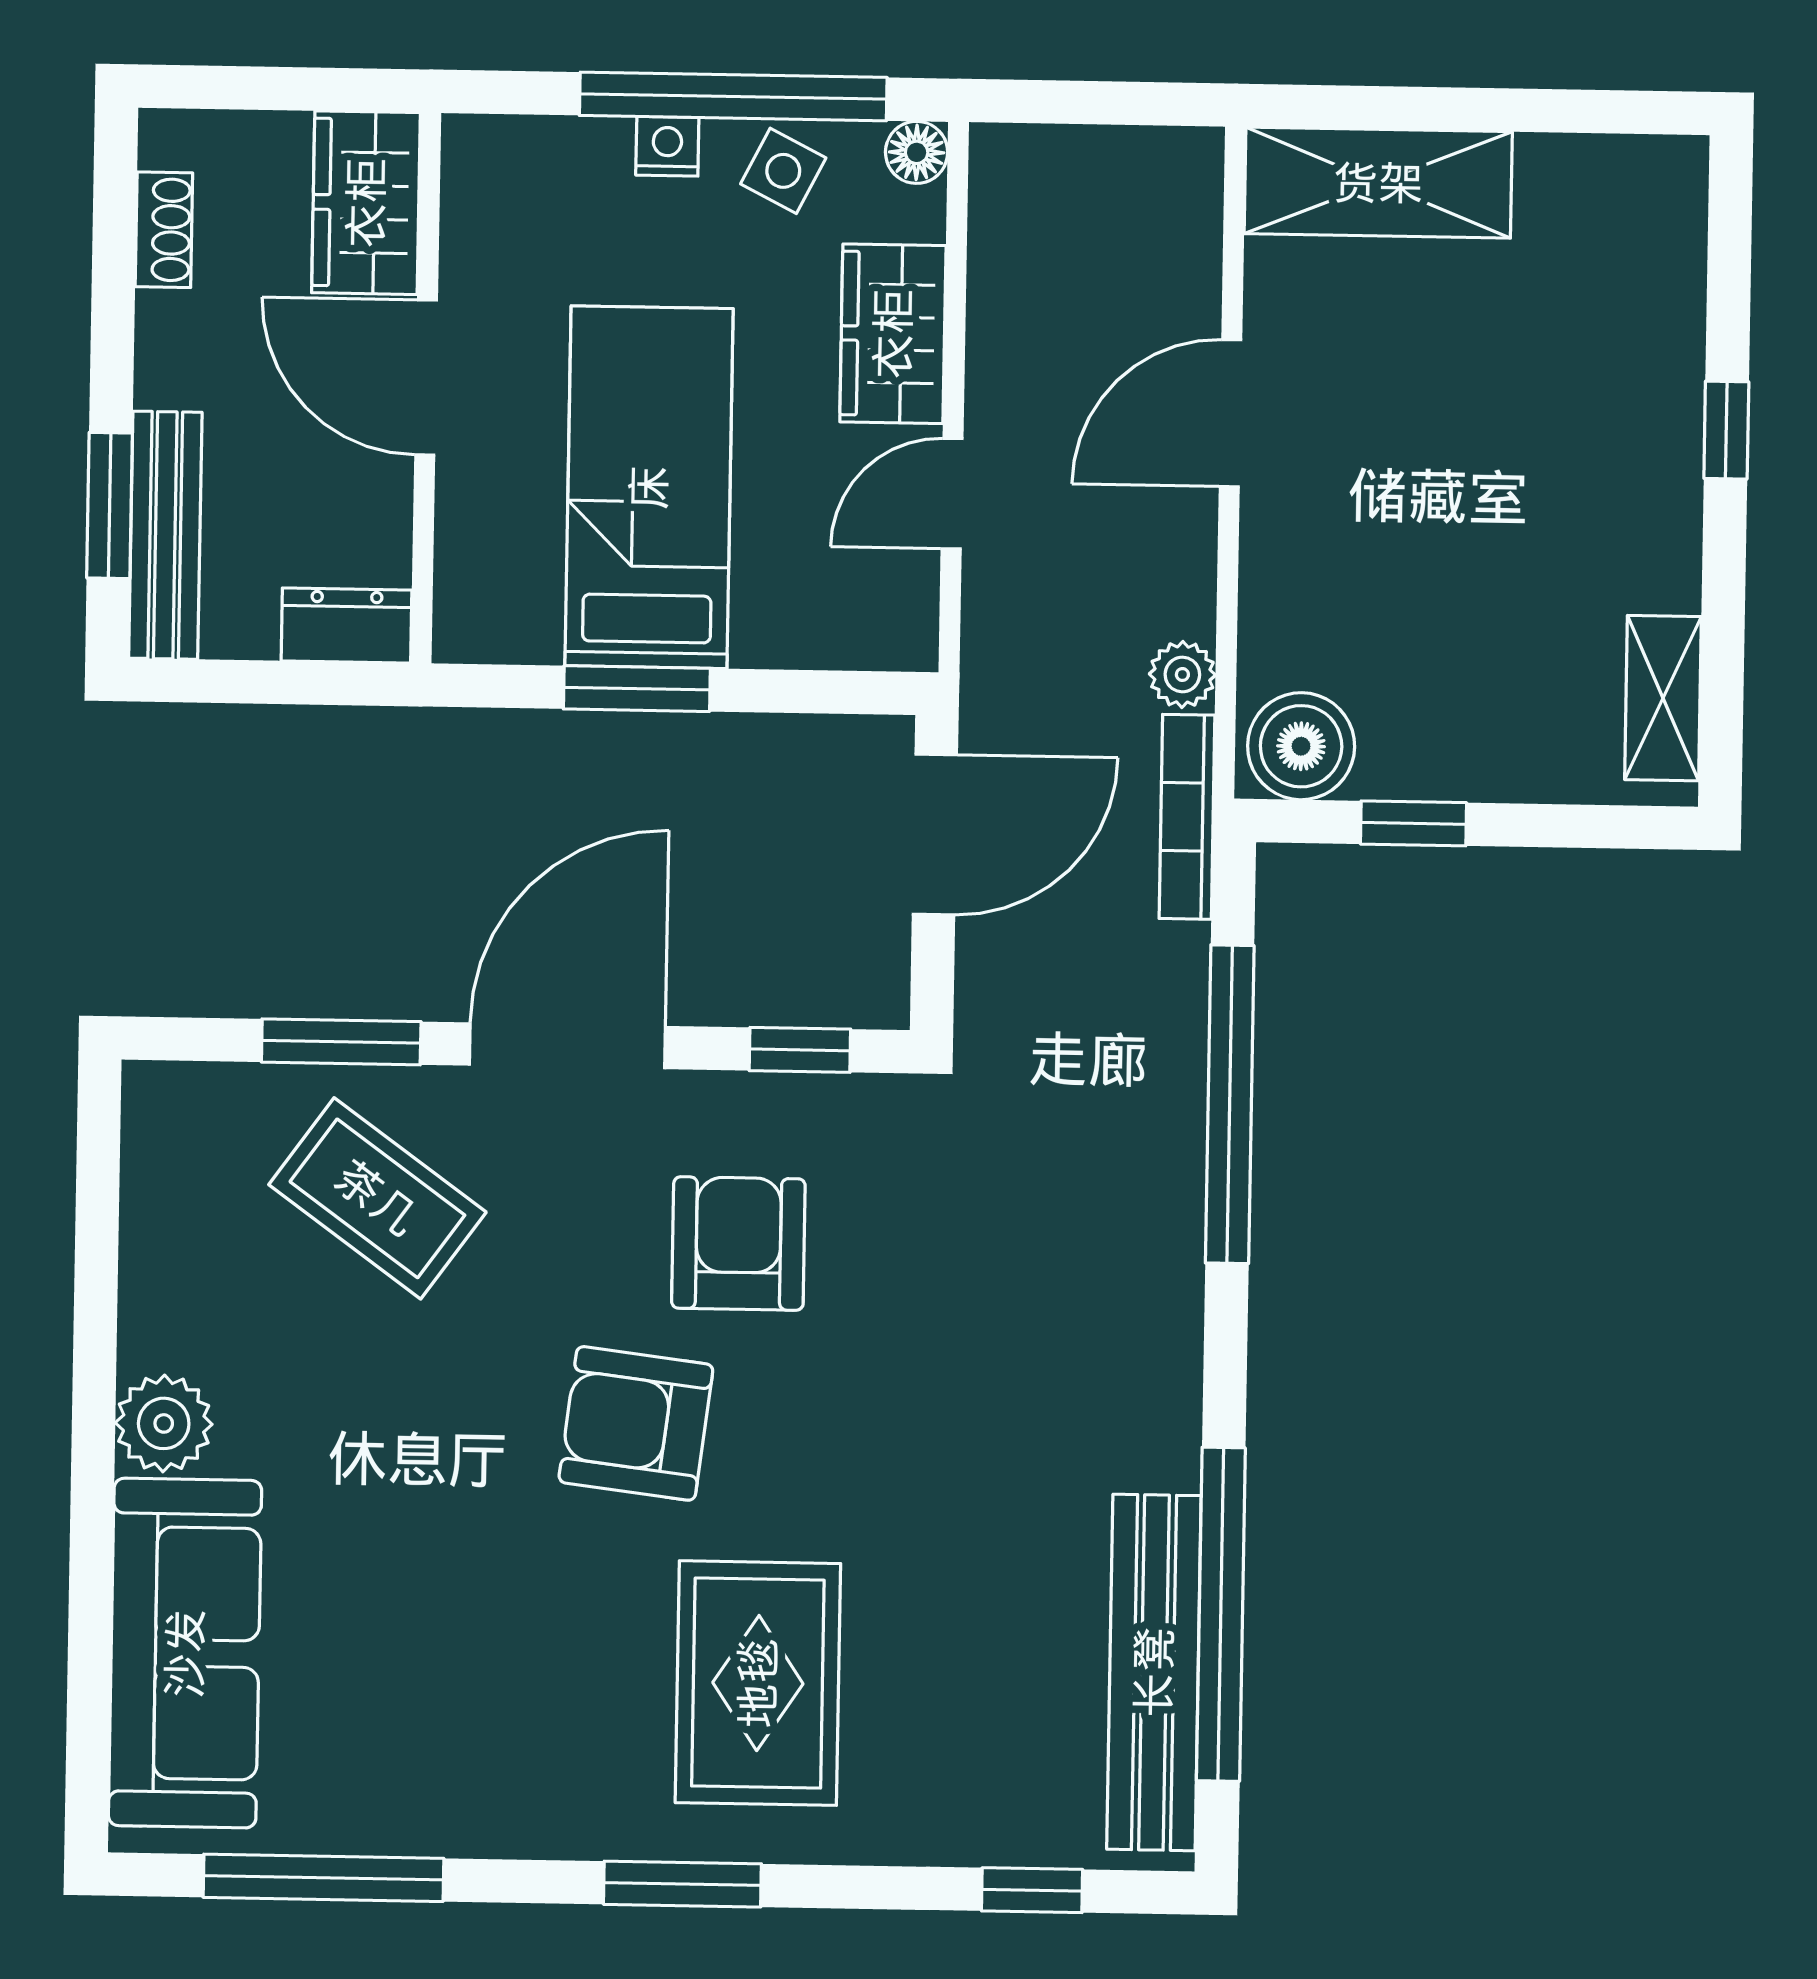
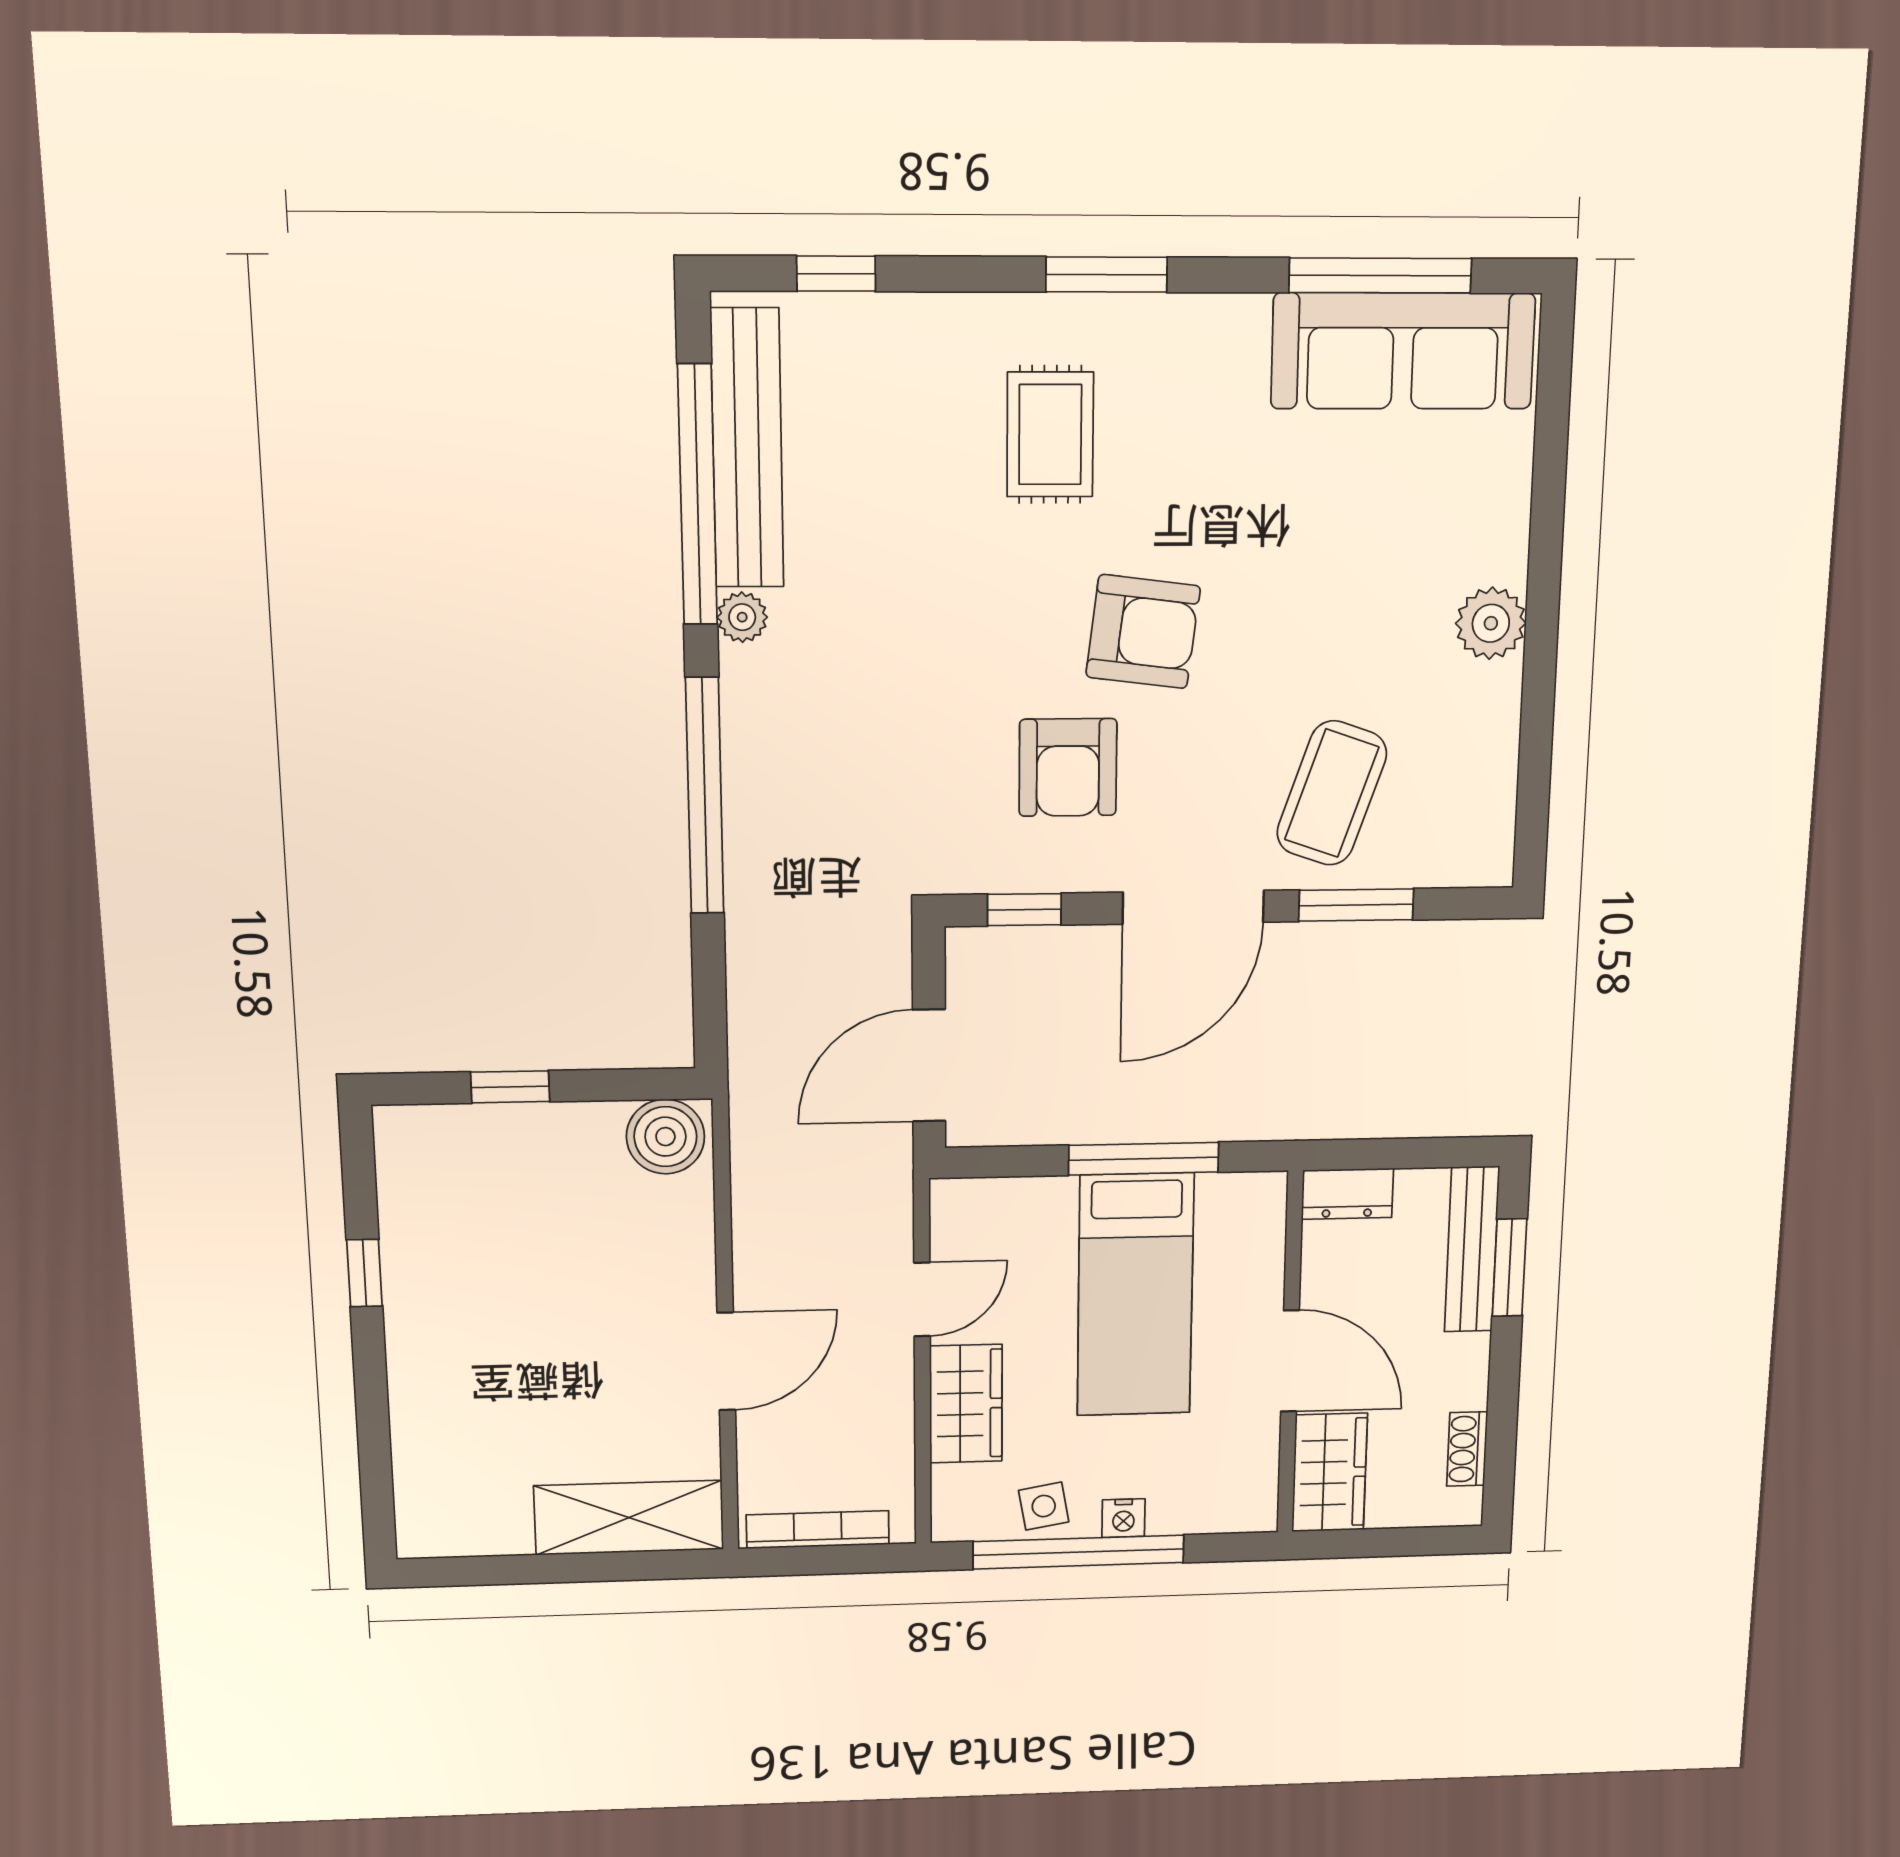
floor lamp: (917, 152) -> (952, 1522), removed
side table: (783, 171) -> (1044, 1506), turned -37
window: (1726, 430) -> (364, 1273), moved
plant: (1182, 675) -> (742, 617), moved
window: (637, 689) -> (1144, 1159), width x1.44
shelving: (1663, 698) -> (402, 1180), removed
bookcase: (1187, 817) -> (818, 1530), moved, turned -90
window: (1413, 823) -> (510, 1087), moved
window: (1230, 1104) -> (705, 796), moved
coffee table: (377, 1198) -> (1332, 793), turned 73
sofa: (185, 1653) -> (1403, 351), moved, turned -90
rug: (758, 1683) -> (1050, 435), width x0.73, depth x0.70

